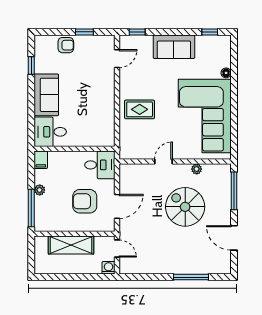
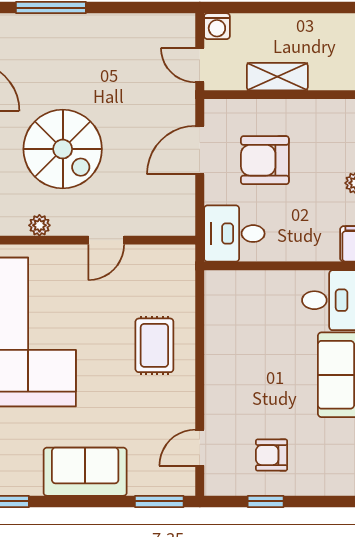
window: (137, 32) -> (159, 501), width x1.50
armchair: (66, 45) -> (272, 455), moved
rug: (140, 109) -> (154, 345), turned 90
armchair: (85, 201) -> (265, 160), turned 180
shelving: (71, 245) -> (277, 77), width x0.67, depth x0.75

